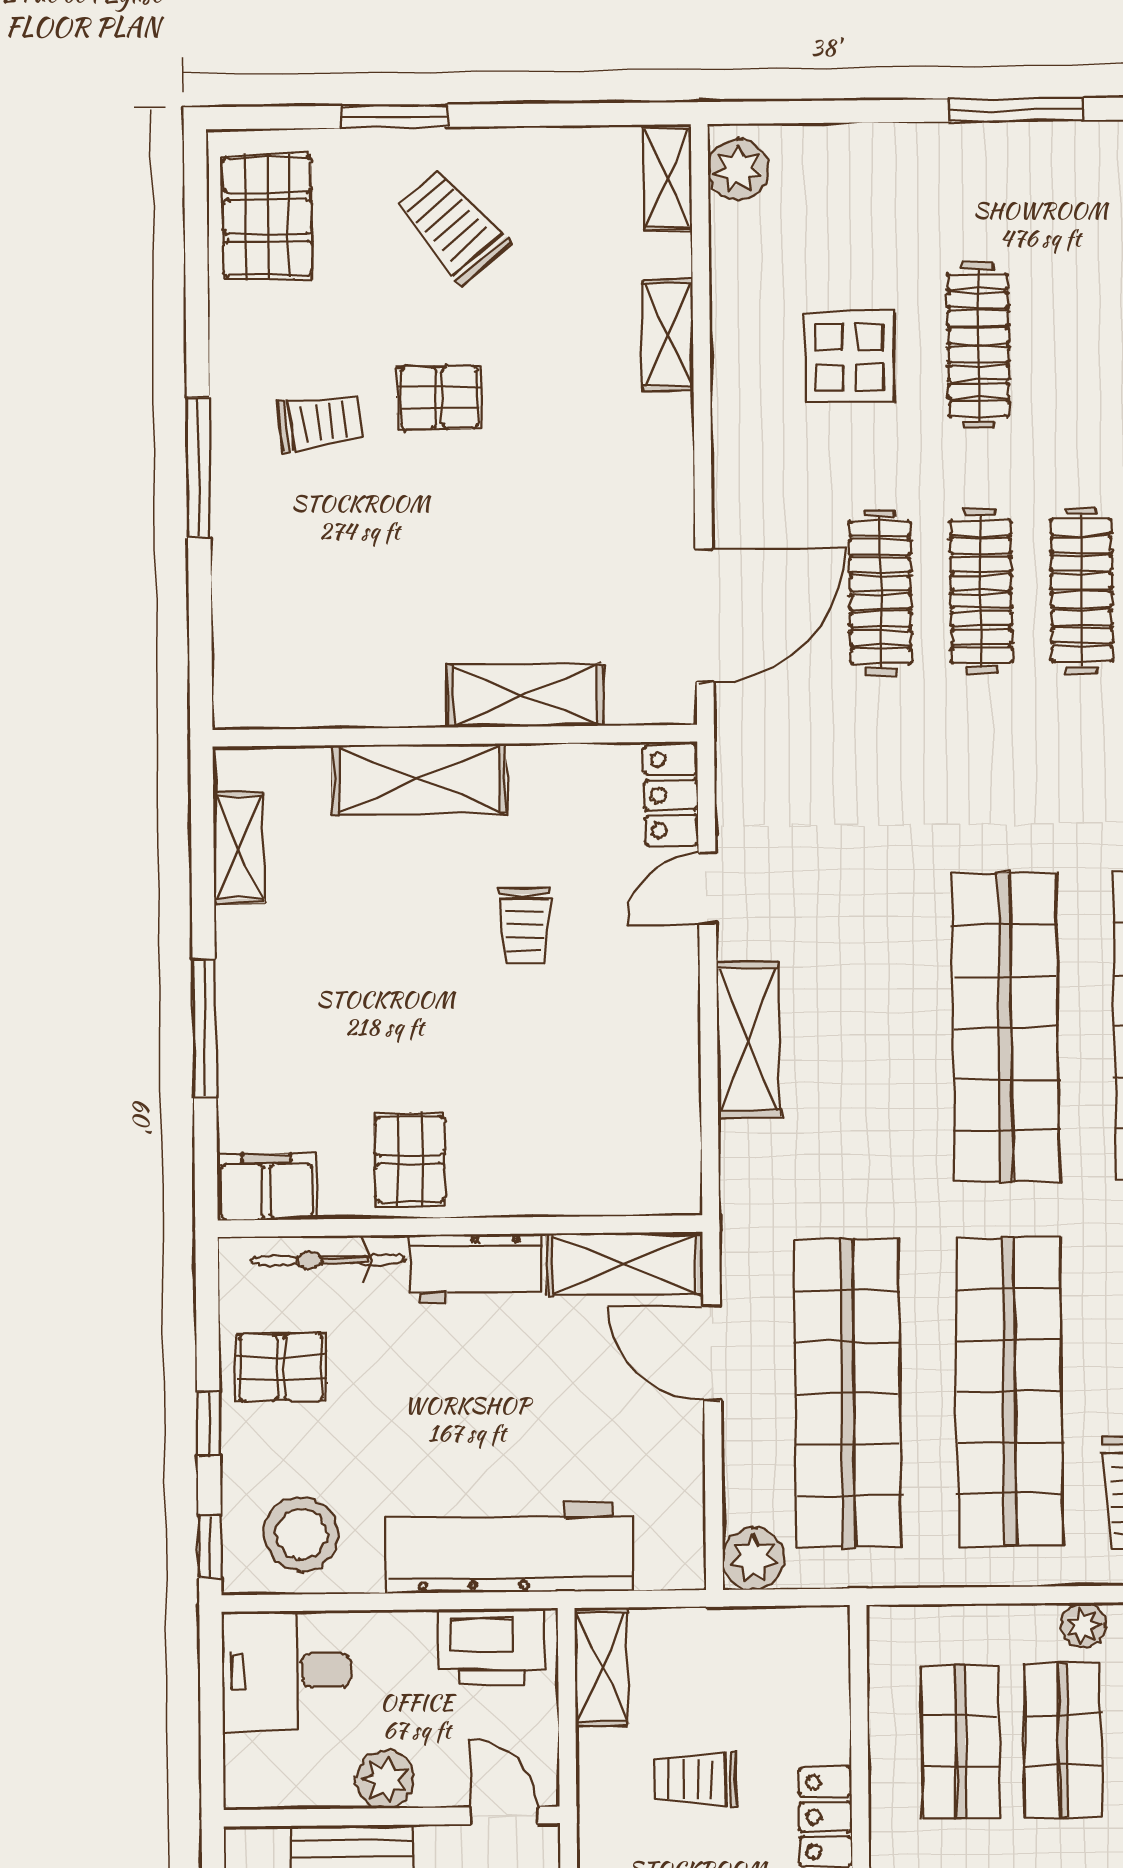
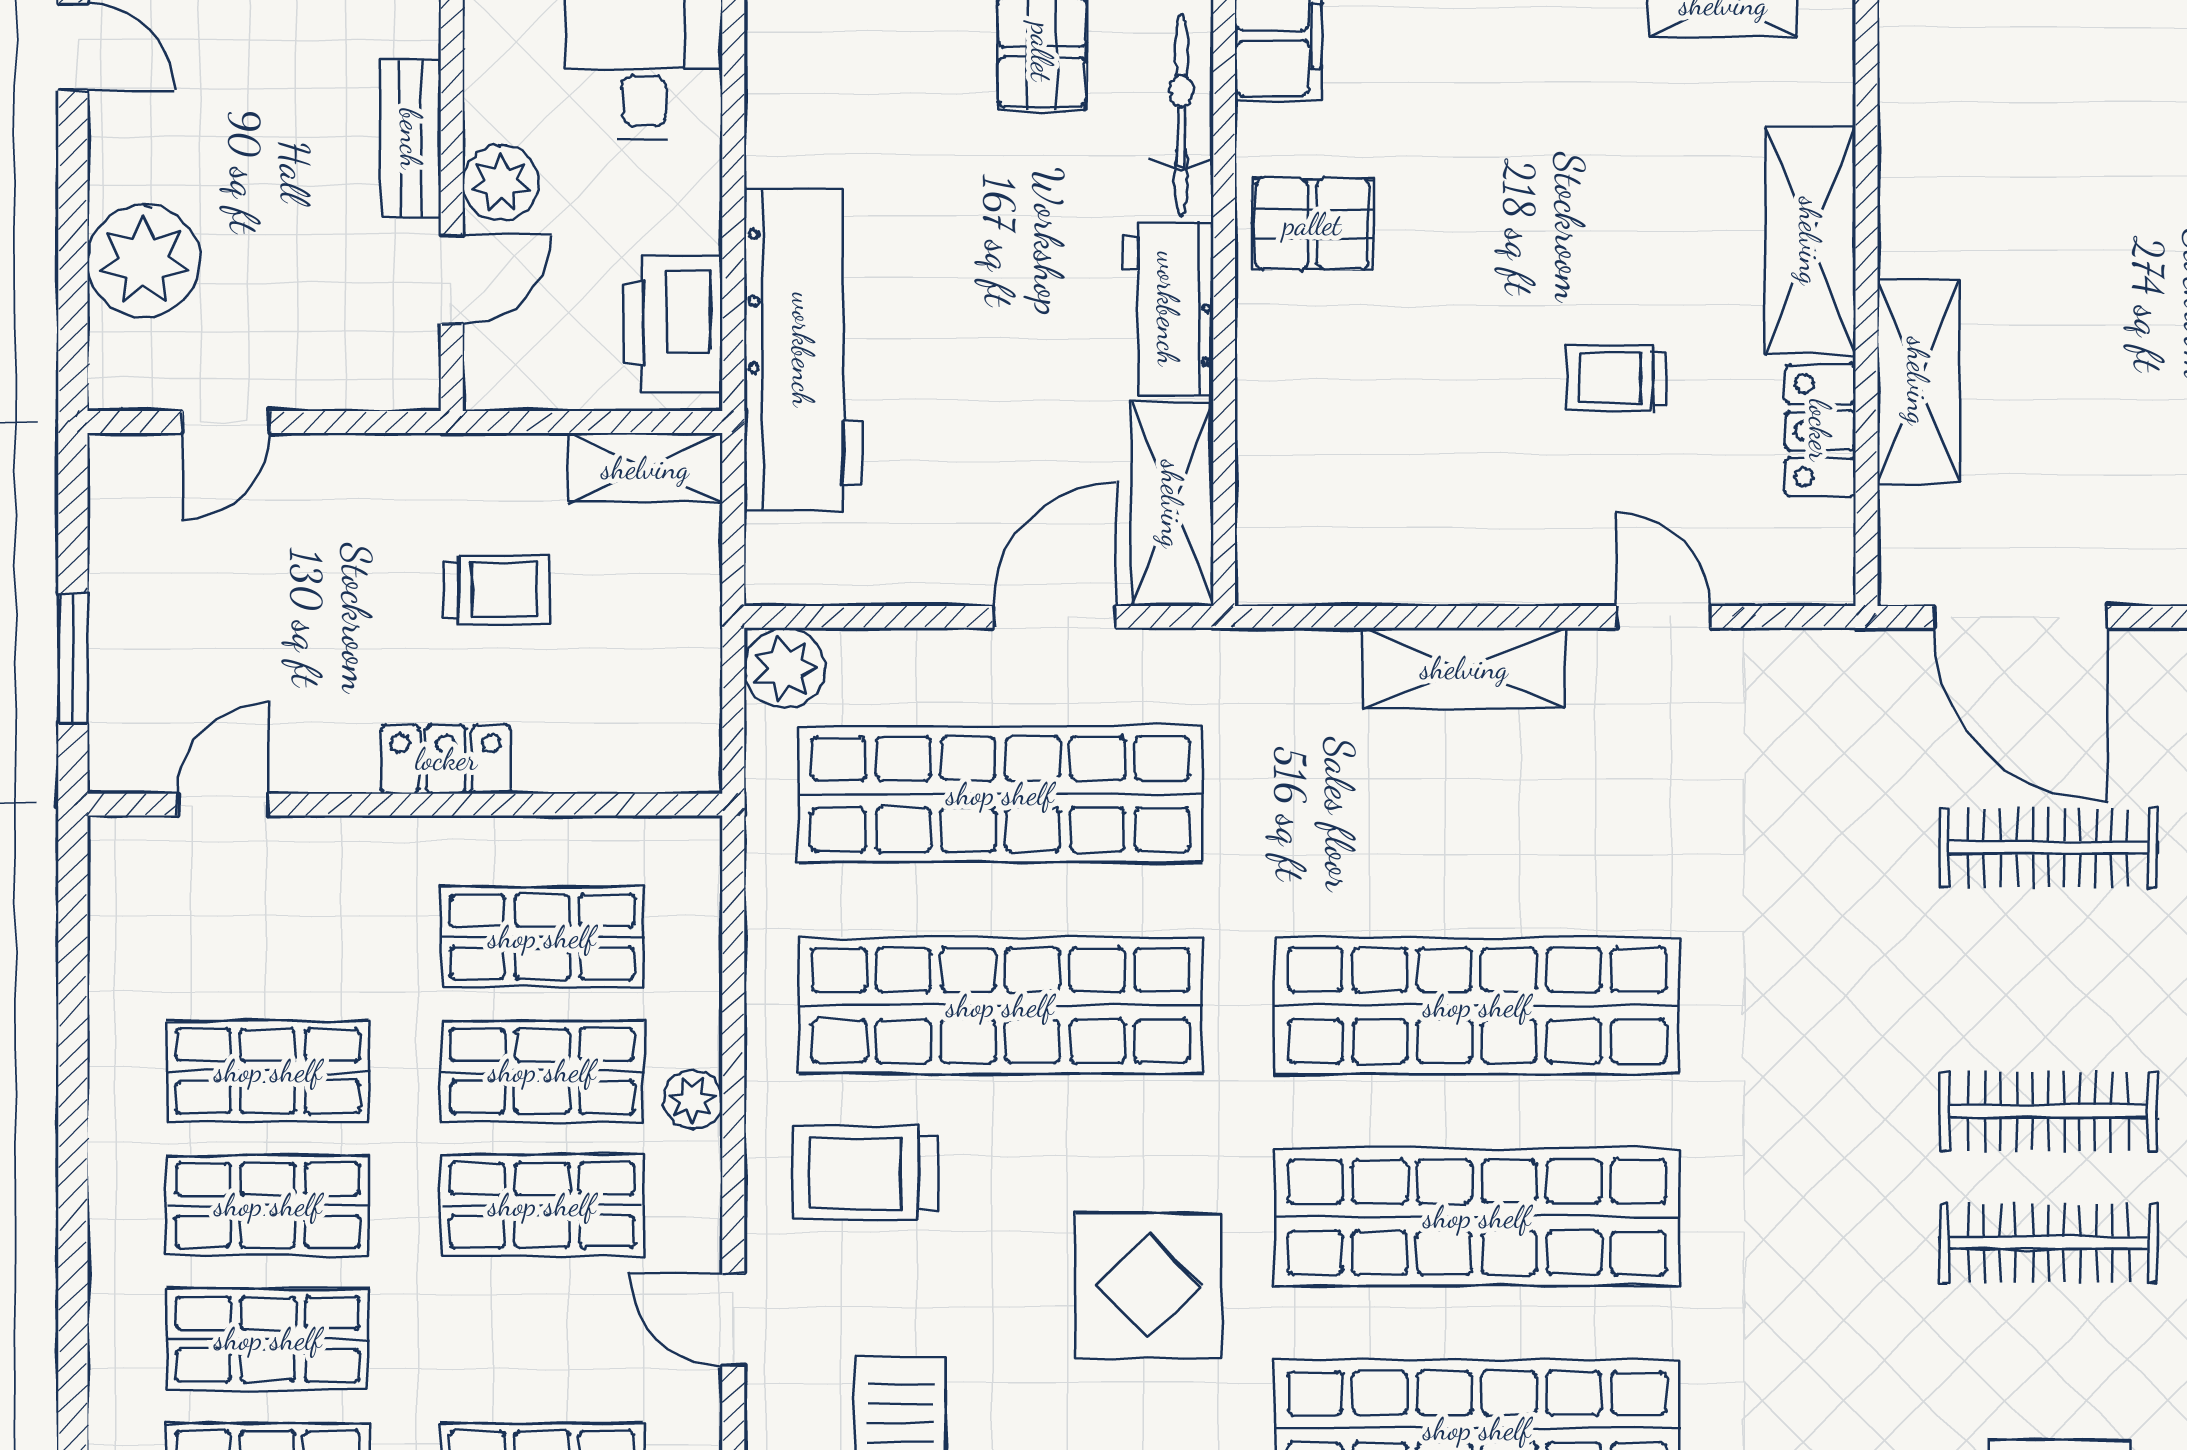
clothes rail: (981, 591) -> (2048, 980), removed
locker: (671, 795) -> (1820, 430), moved, turned -90
stool: (301, 1534) -> (823, 76), removed
trolley: (696, 1779) -> (497, 590), turned 89
door: (504, 1815) -> (452, 279), moved

